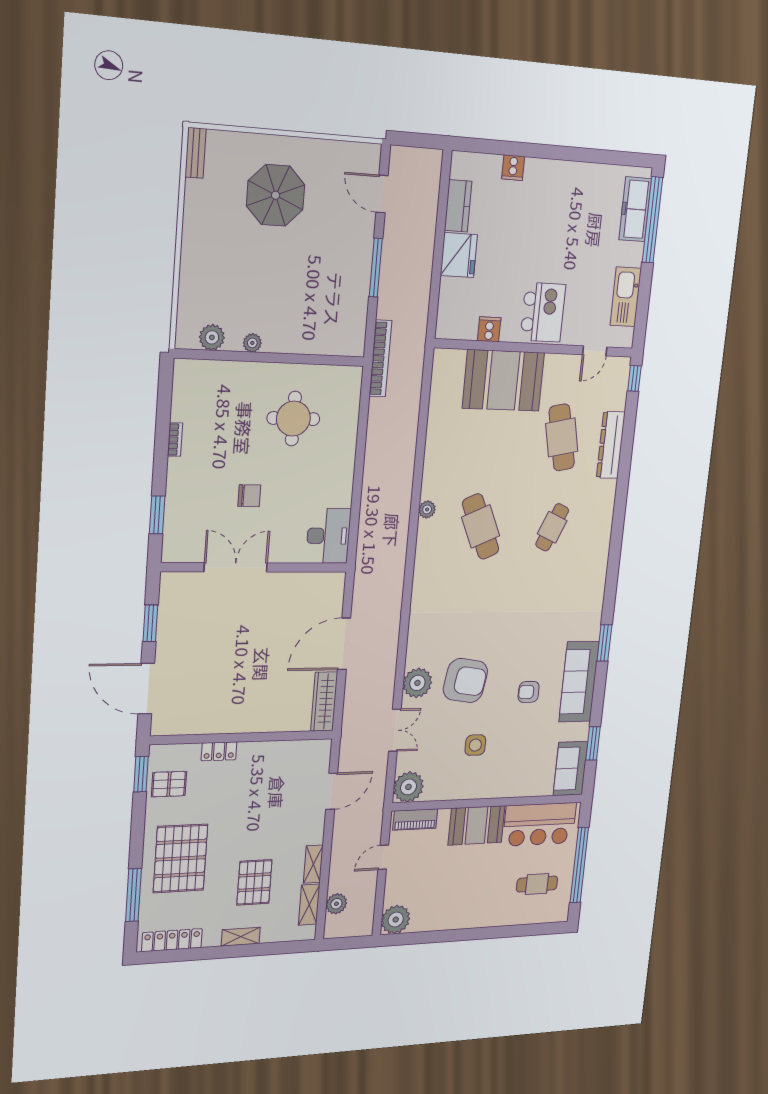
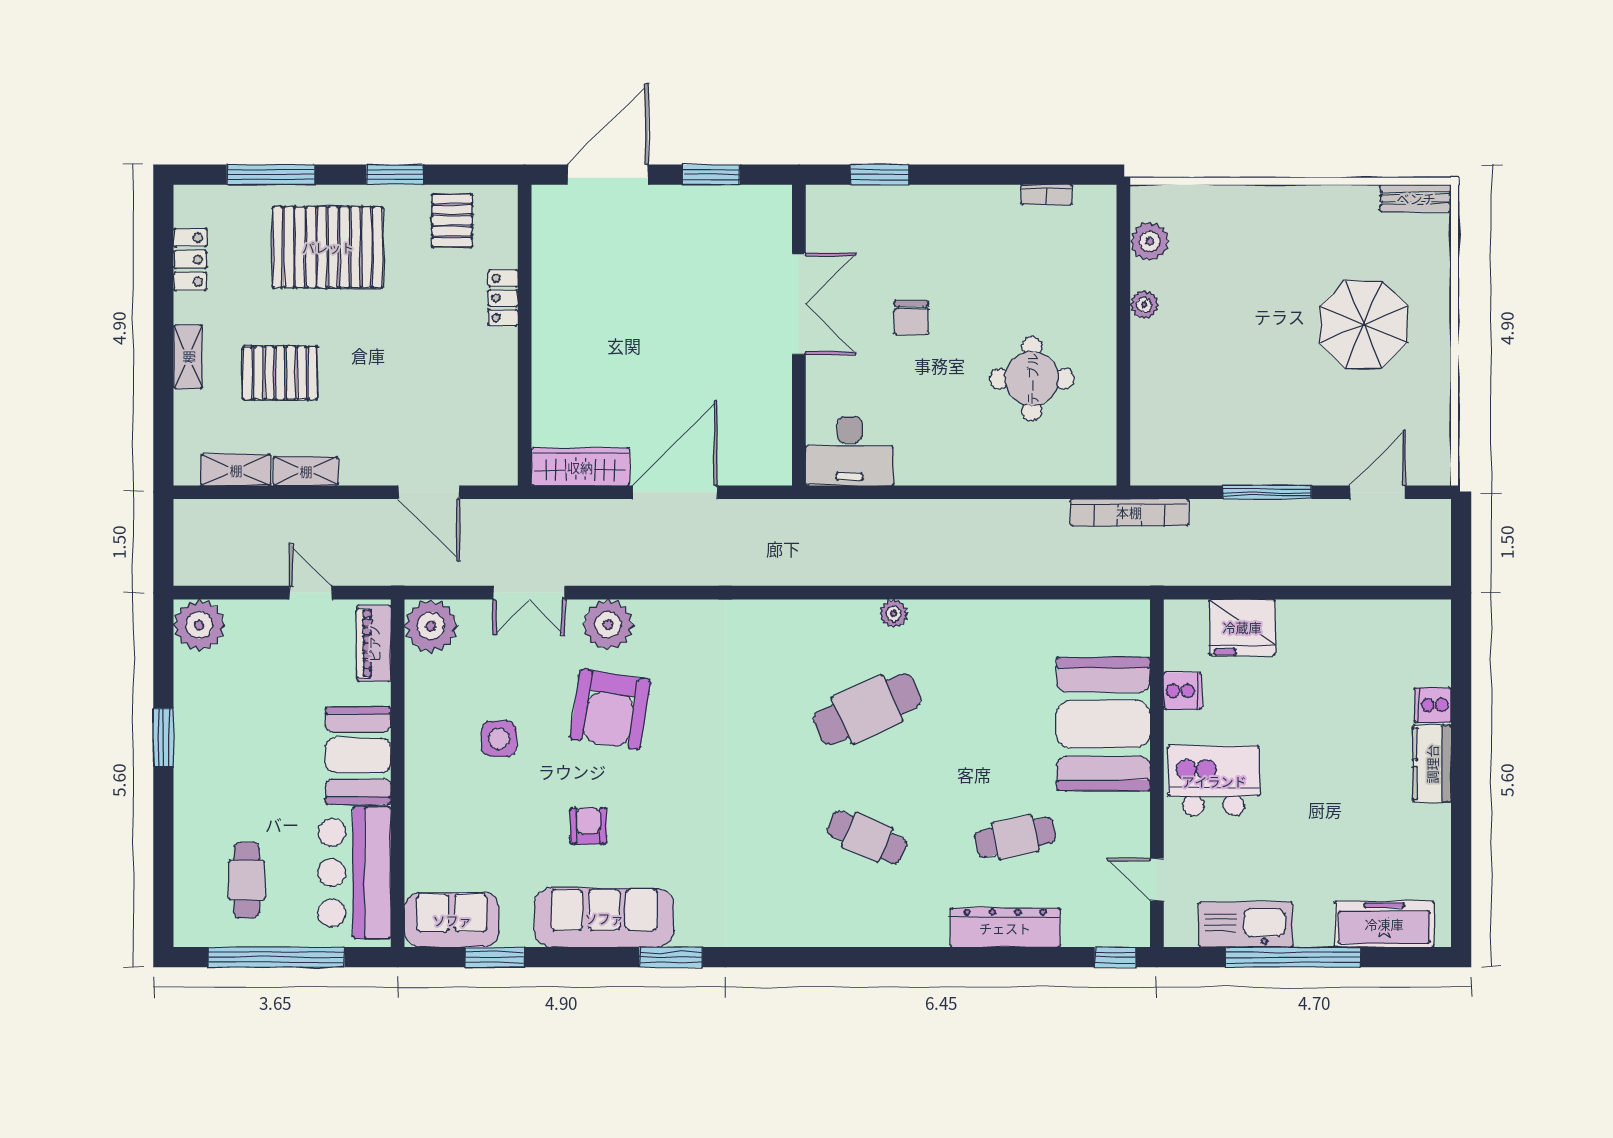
kitchen counter: (458, 206) -> (1432, 764), moved, turned 90
window: (652, 220) -> (1293, 957), moved
fridge: (459, 255) -> (1242, 627), moved
kitchen island: (543, 312) -> (1214, 781), turned 180
cafe table: (562, 437) -> (1015, 837), width x0.73, depth x0.74
bookcase: (175, 440) -> (1047, 195), moved
door: (344, 644) -> (675, 492), hinge flipped
window: (141, 774) -> (395, 175), moved
plant: (336, 904) -> (234, 517), removed
window: (456, 935) -> (163, 737), added
locker: (172, 940) -> (190, 260), width x0.66

